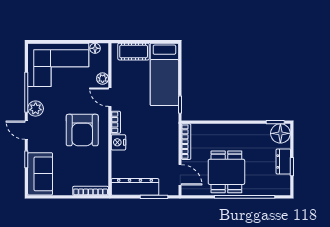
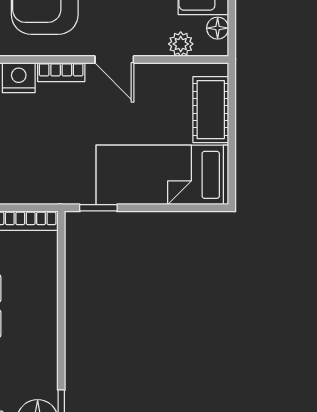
plant: (103, 79) -> (181, 44), moved
door: (110, 97) -> (114, 59), swing flipped

